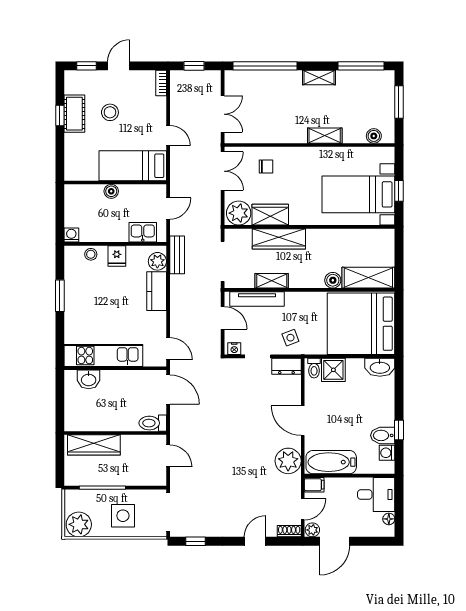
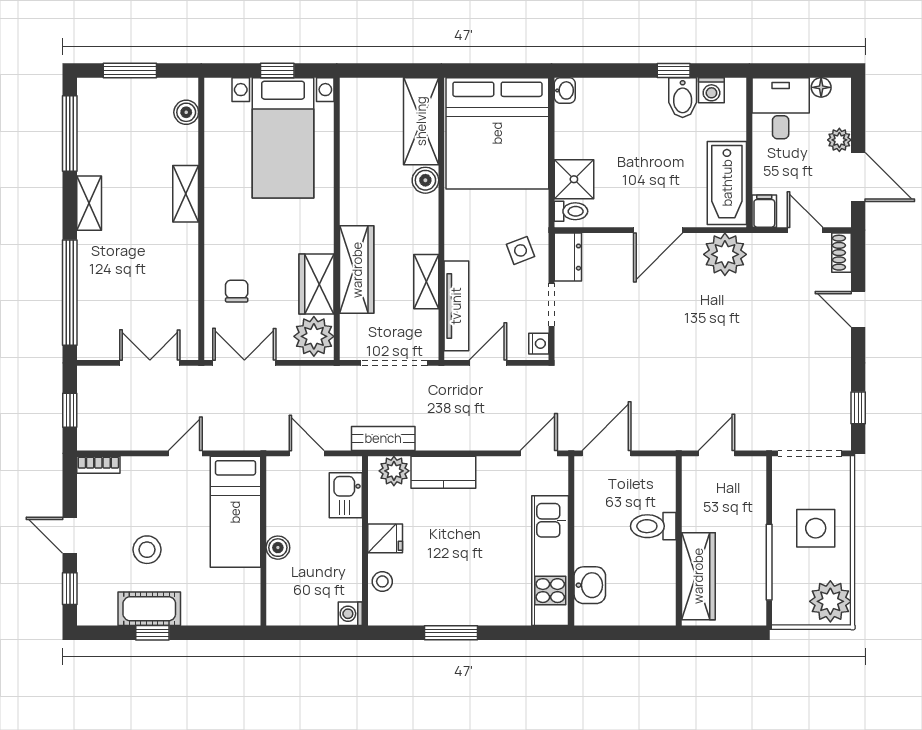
washbasin: (380, 367) -> (565, 90), width x0.52, depth x0.69
toilet: (153, 423) -> (653, 526), moved, turned 90
plant: (312, 530) -> (839, 140), moved

